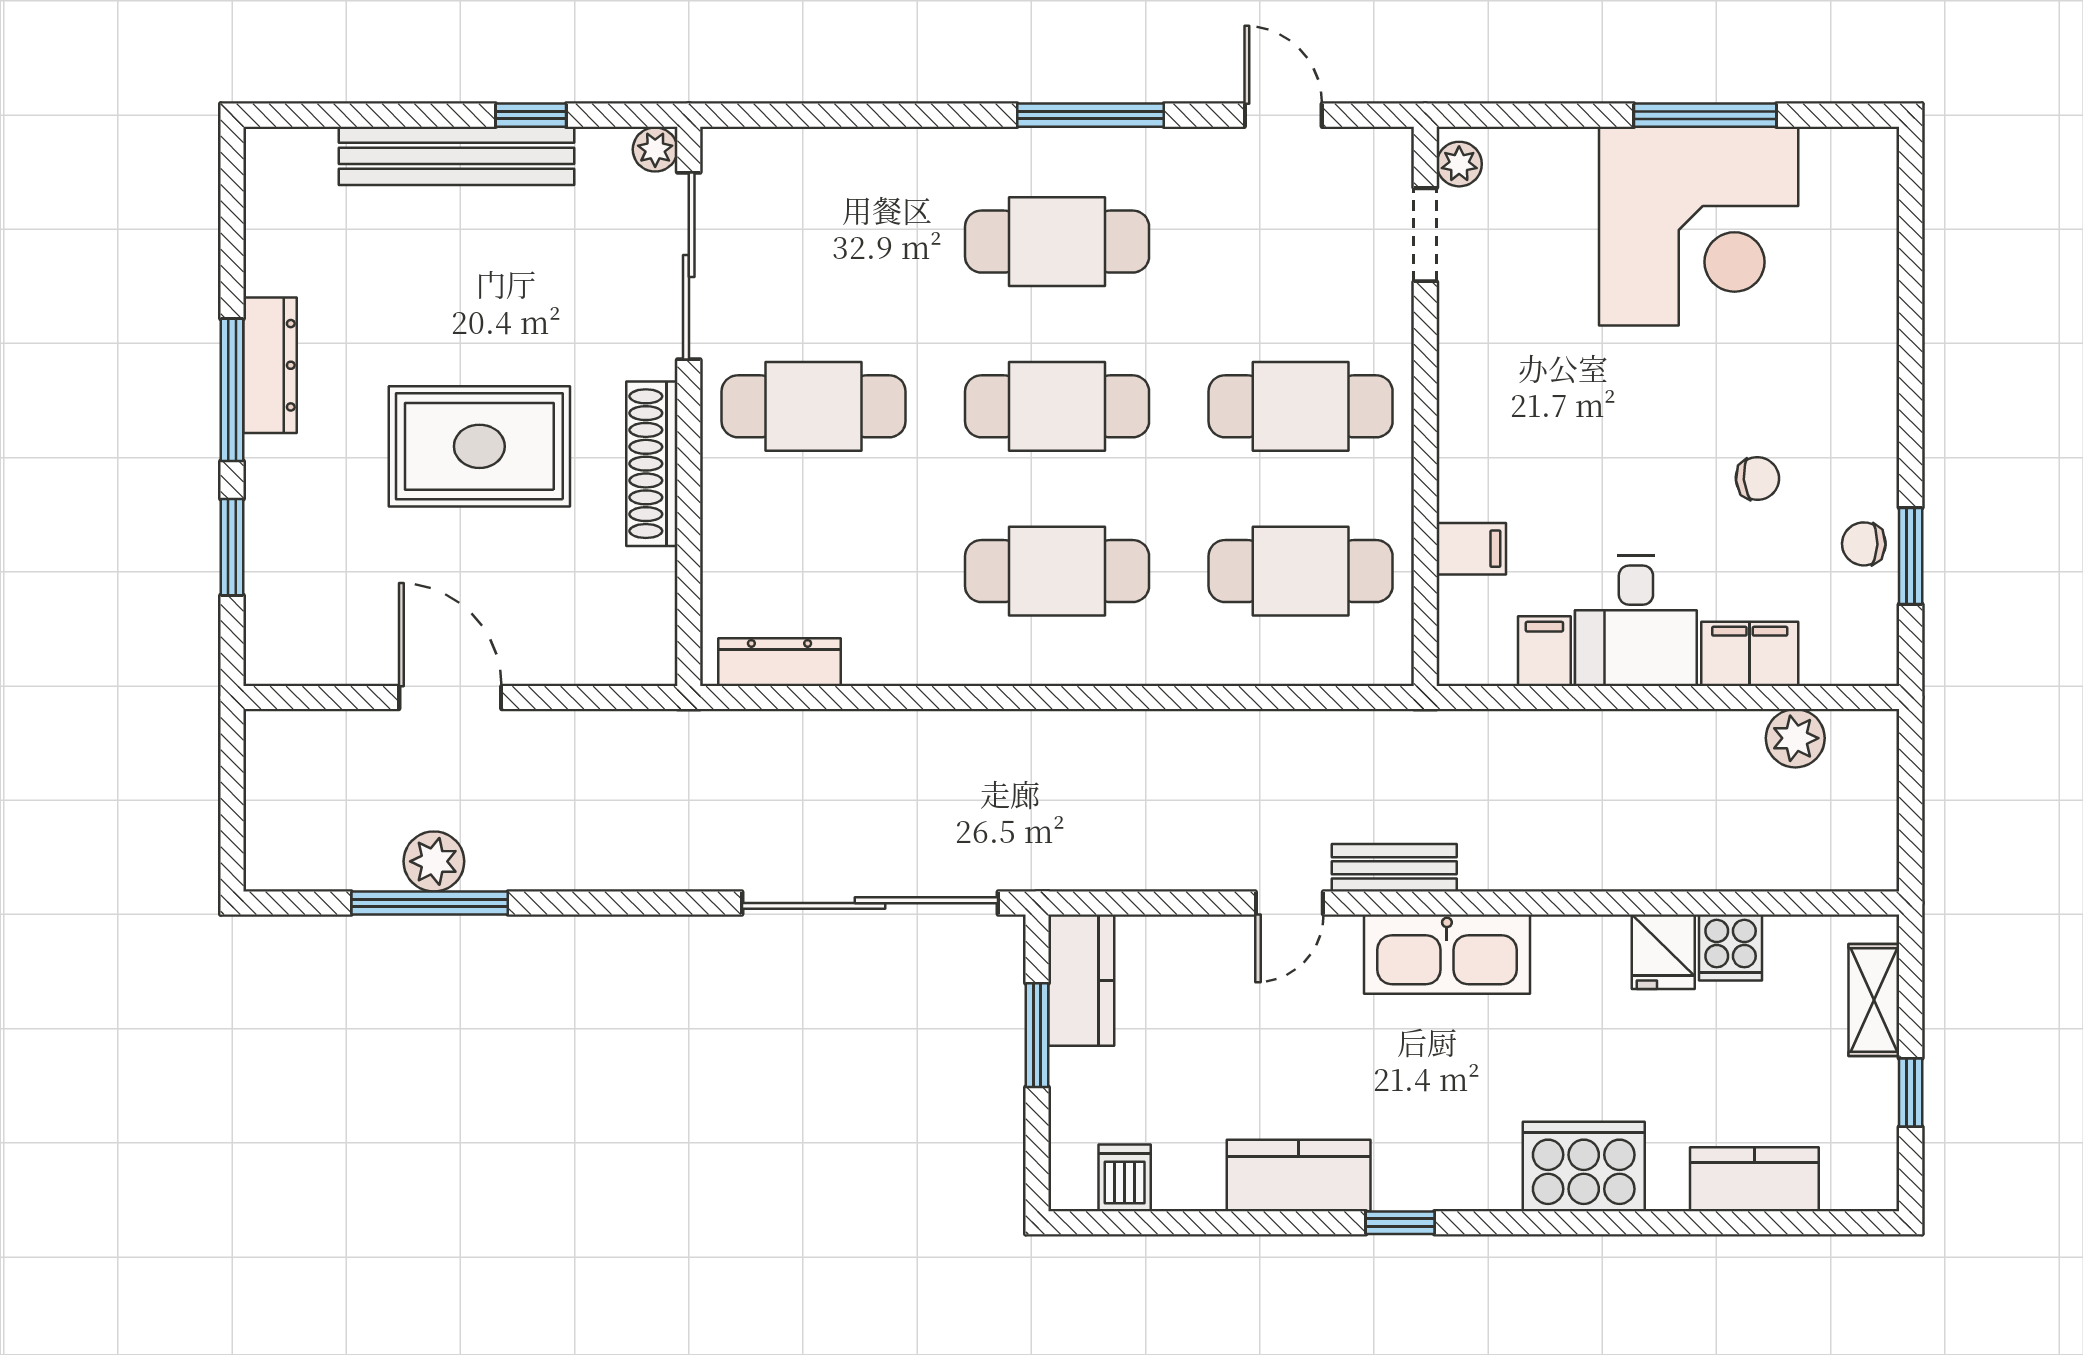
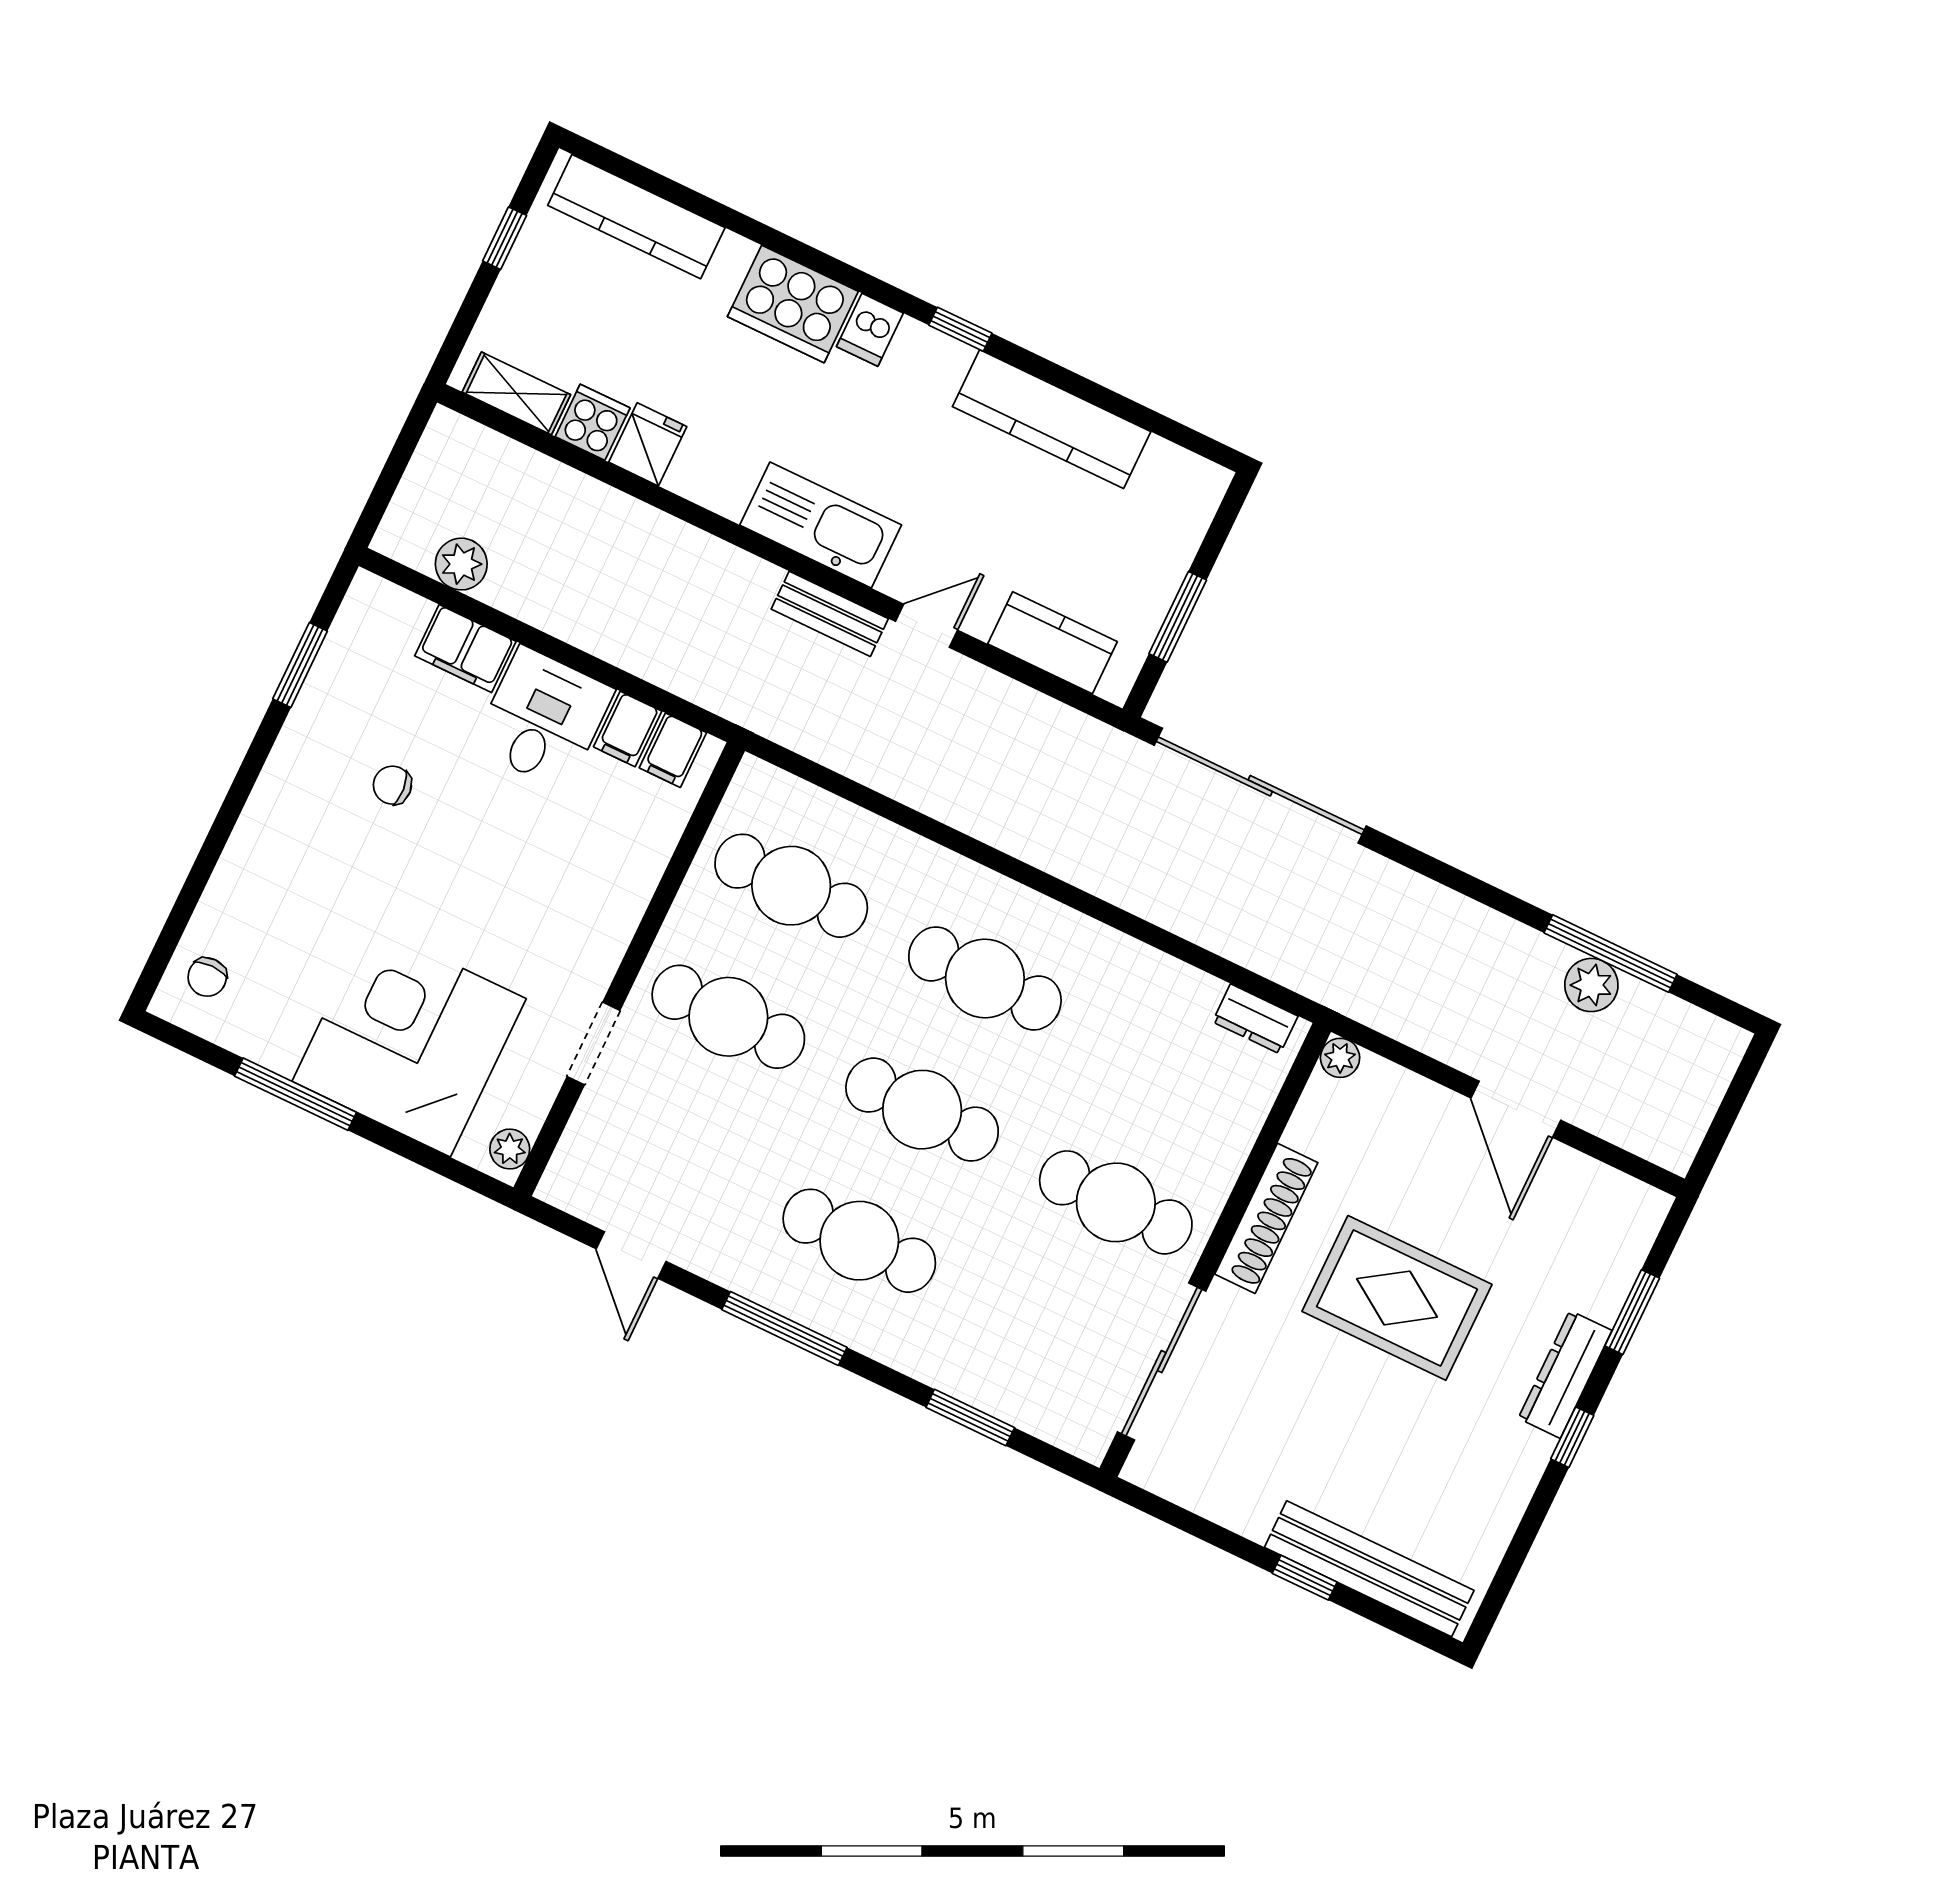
window: (531, 115) -> (1305, 1578), moved
window: (857, 115) -> (970, 1417), added
plant: (655, 149) -> (1340, 1058), moved
bench: (456, 156) -> (1369, 1569), moved
corner desk: (1699, 226) -> (409, 1040), moved
doorway: (1425, 235) -> (594, 1043), moved
dresser: (270, 365) -> (1565, 1374), moved
window: (232, 390) -> (1572, 1437), width x0.46
chair: (1864, 544) -> (207, 977), moved, turned 88
filing cabinet: (1471, 549) -> (673, 750), moved, turned -90
dresser: (780, 662) -> (1255, 1019), width x0.70
kitchen counter: (1081, 980) -> (1052, 643), moved, turned 90
shelving: (1874, 1000) -> (516, 393), moved, turned 90
kitchen counter: (1299, 1175) -> (1052, 419), width x1.50
dishwasher: (1125, 1178) -> (870, 330), moved
kitchen counter: (1754, 1179) -> (636, 217), width x1.50

